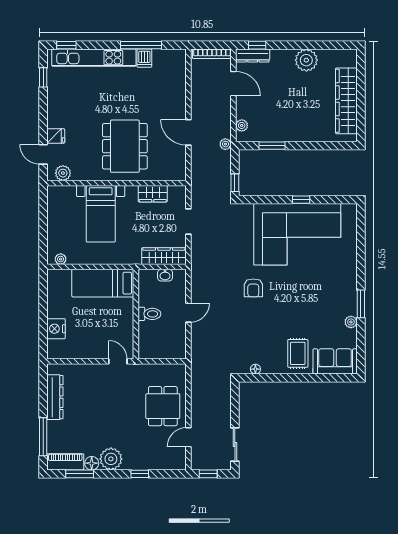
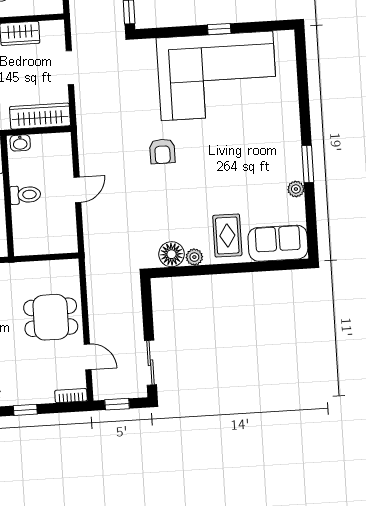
washbasin: (165, 275) -> (20, 143), moved
plant: (272, 368) -> (194, 257), added
floor lamp: (255, 369) -> (172, 254), width x1.89, depth x1.89
dining table: (163, 406) -> (51, 317), turned 90
door: (188, 437) -> (88, 357), swing flipped
bookcase: (174, 465) -> (71, 396), added

